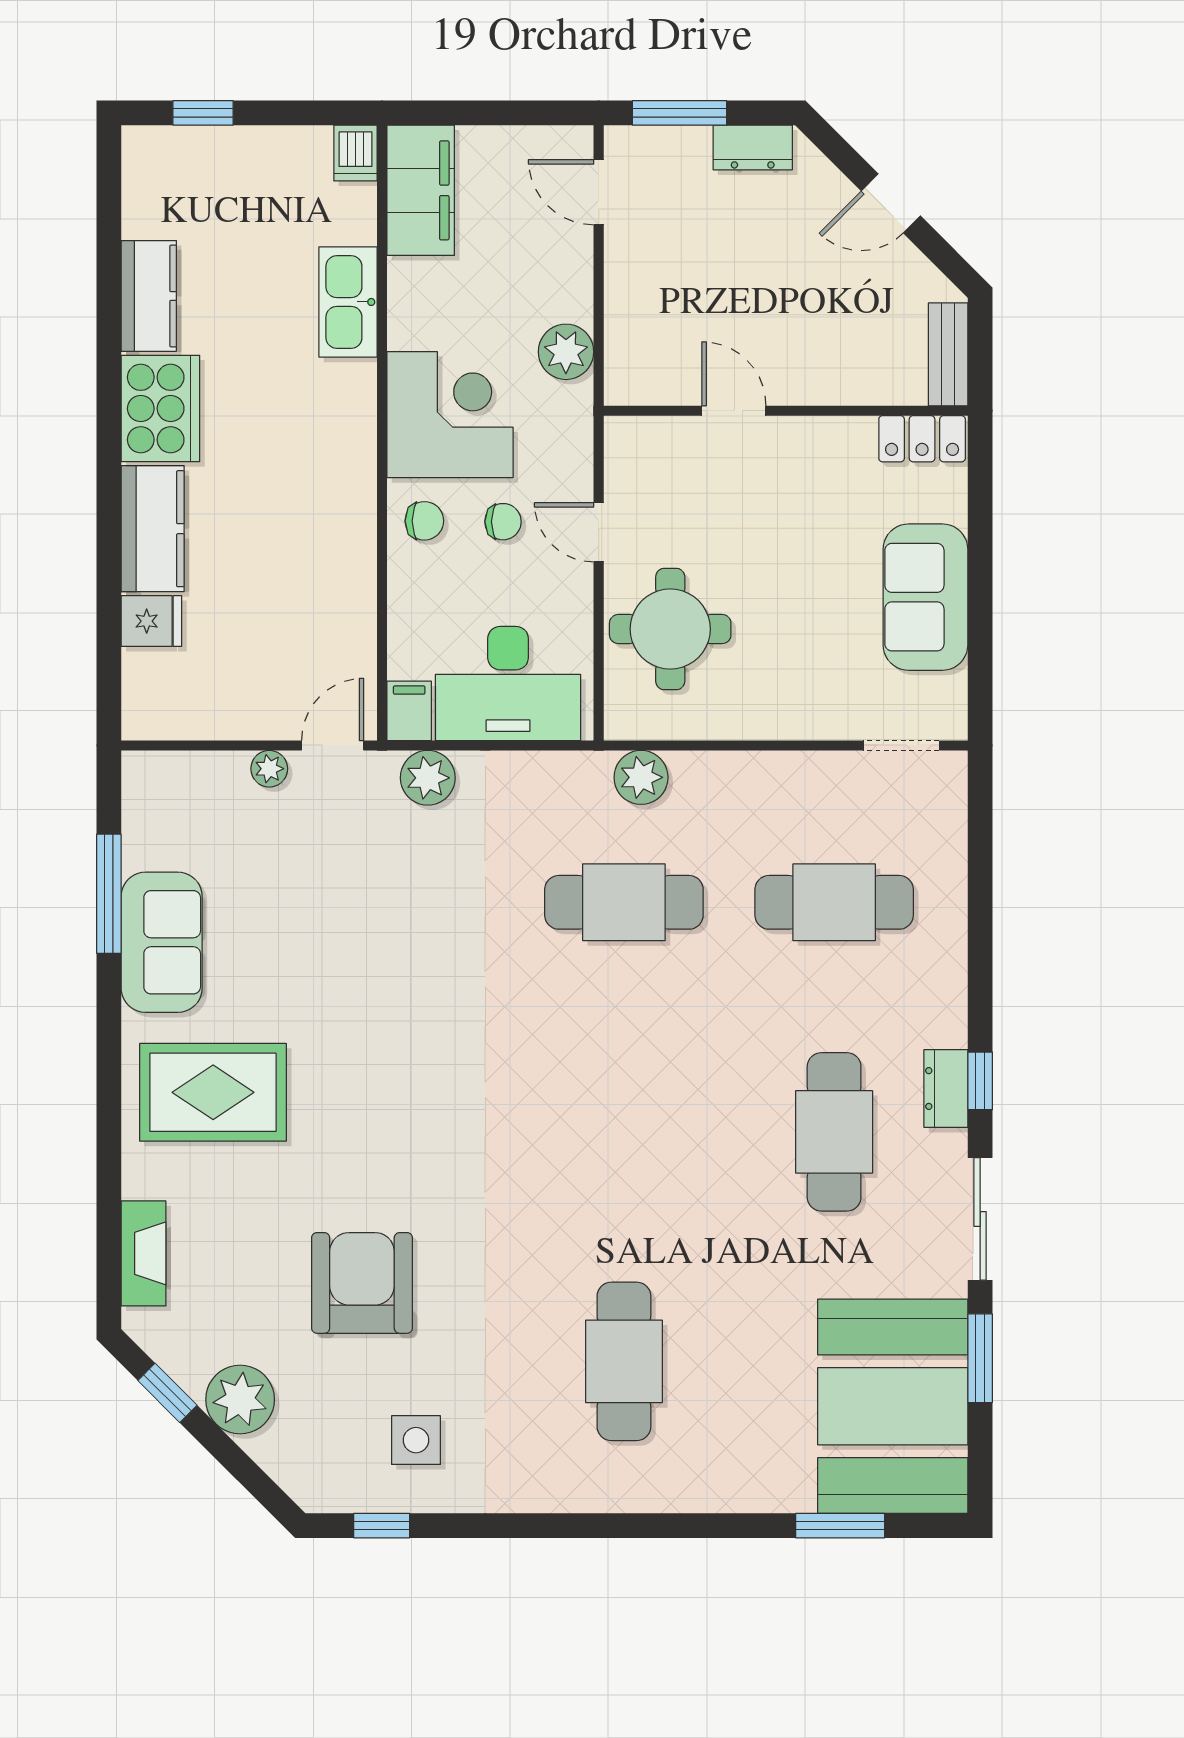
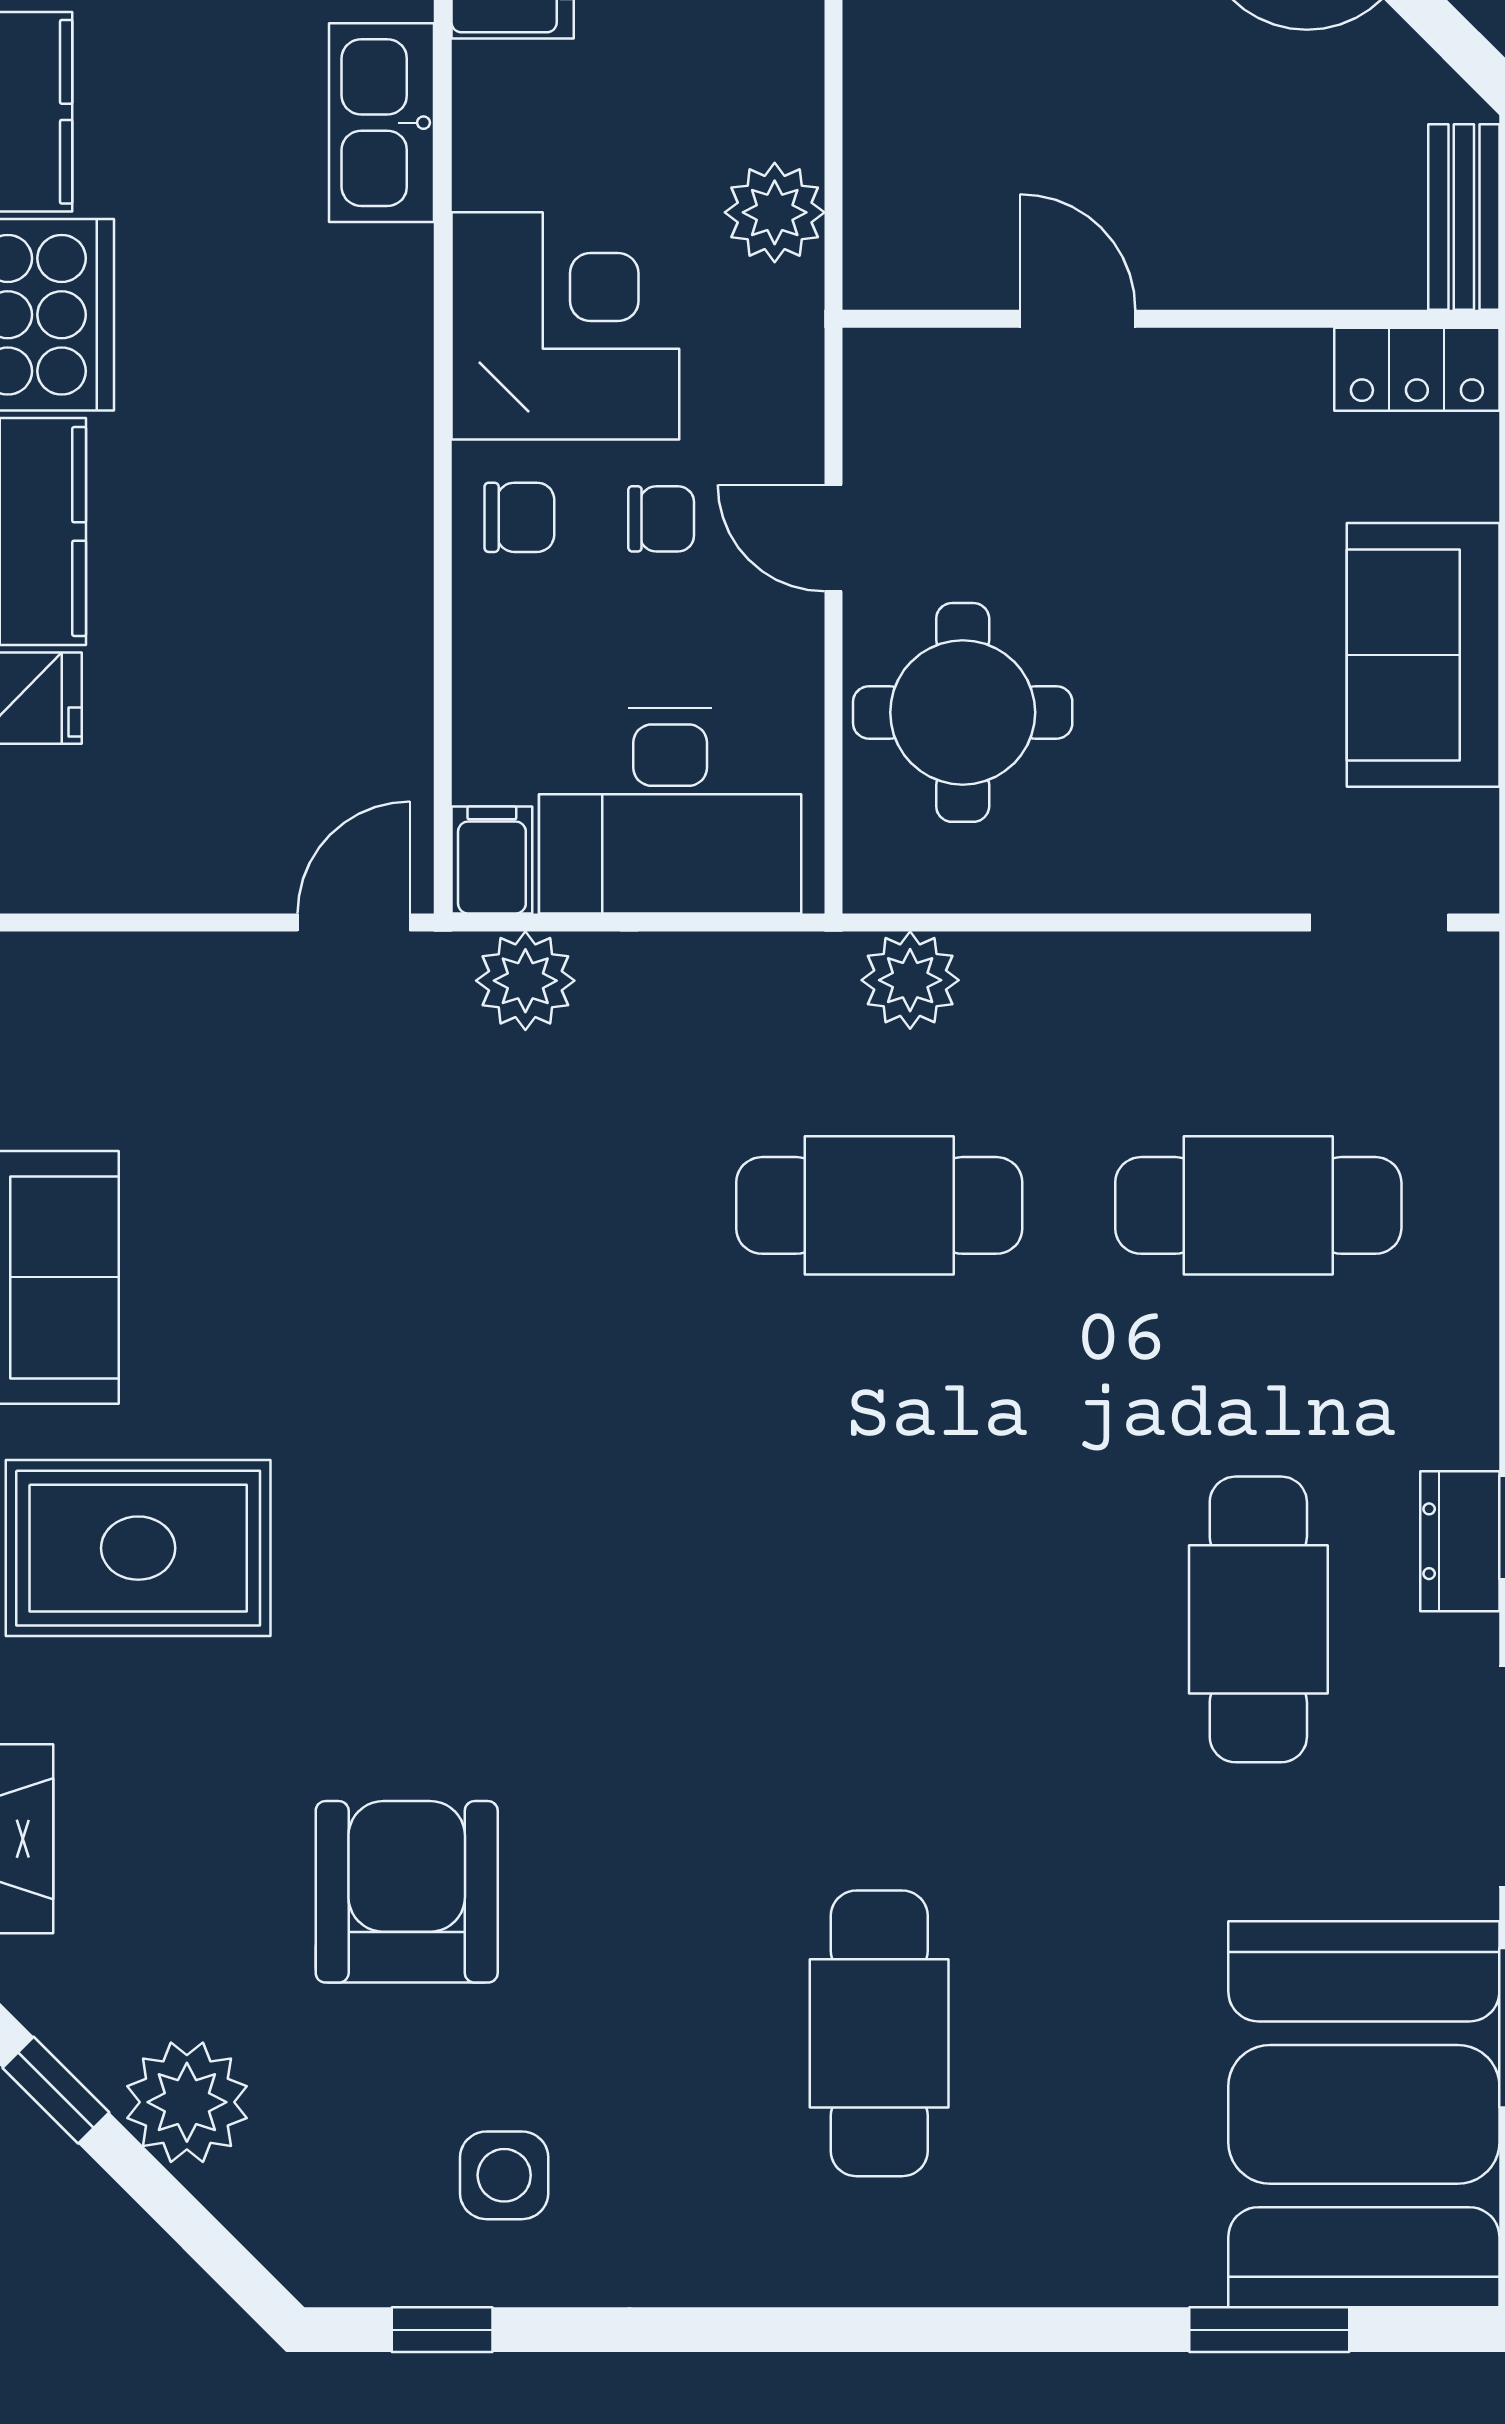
plant: (269, 769) -> (239, 964), removed

